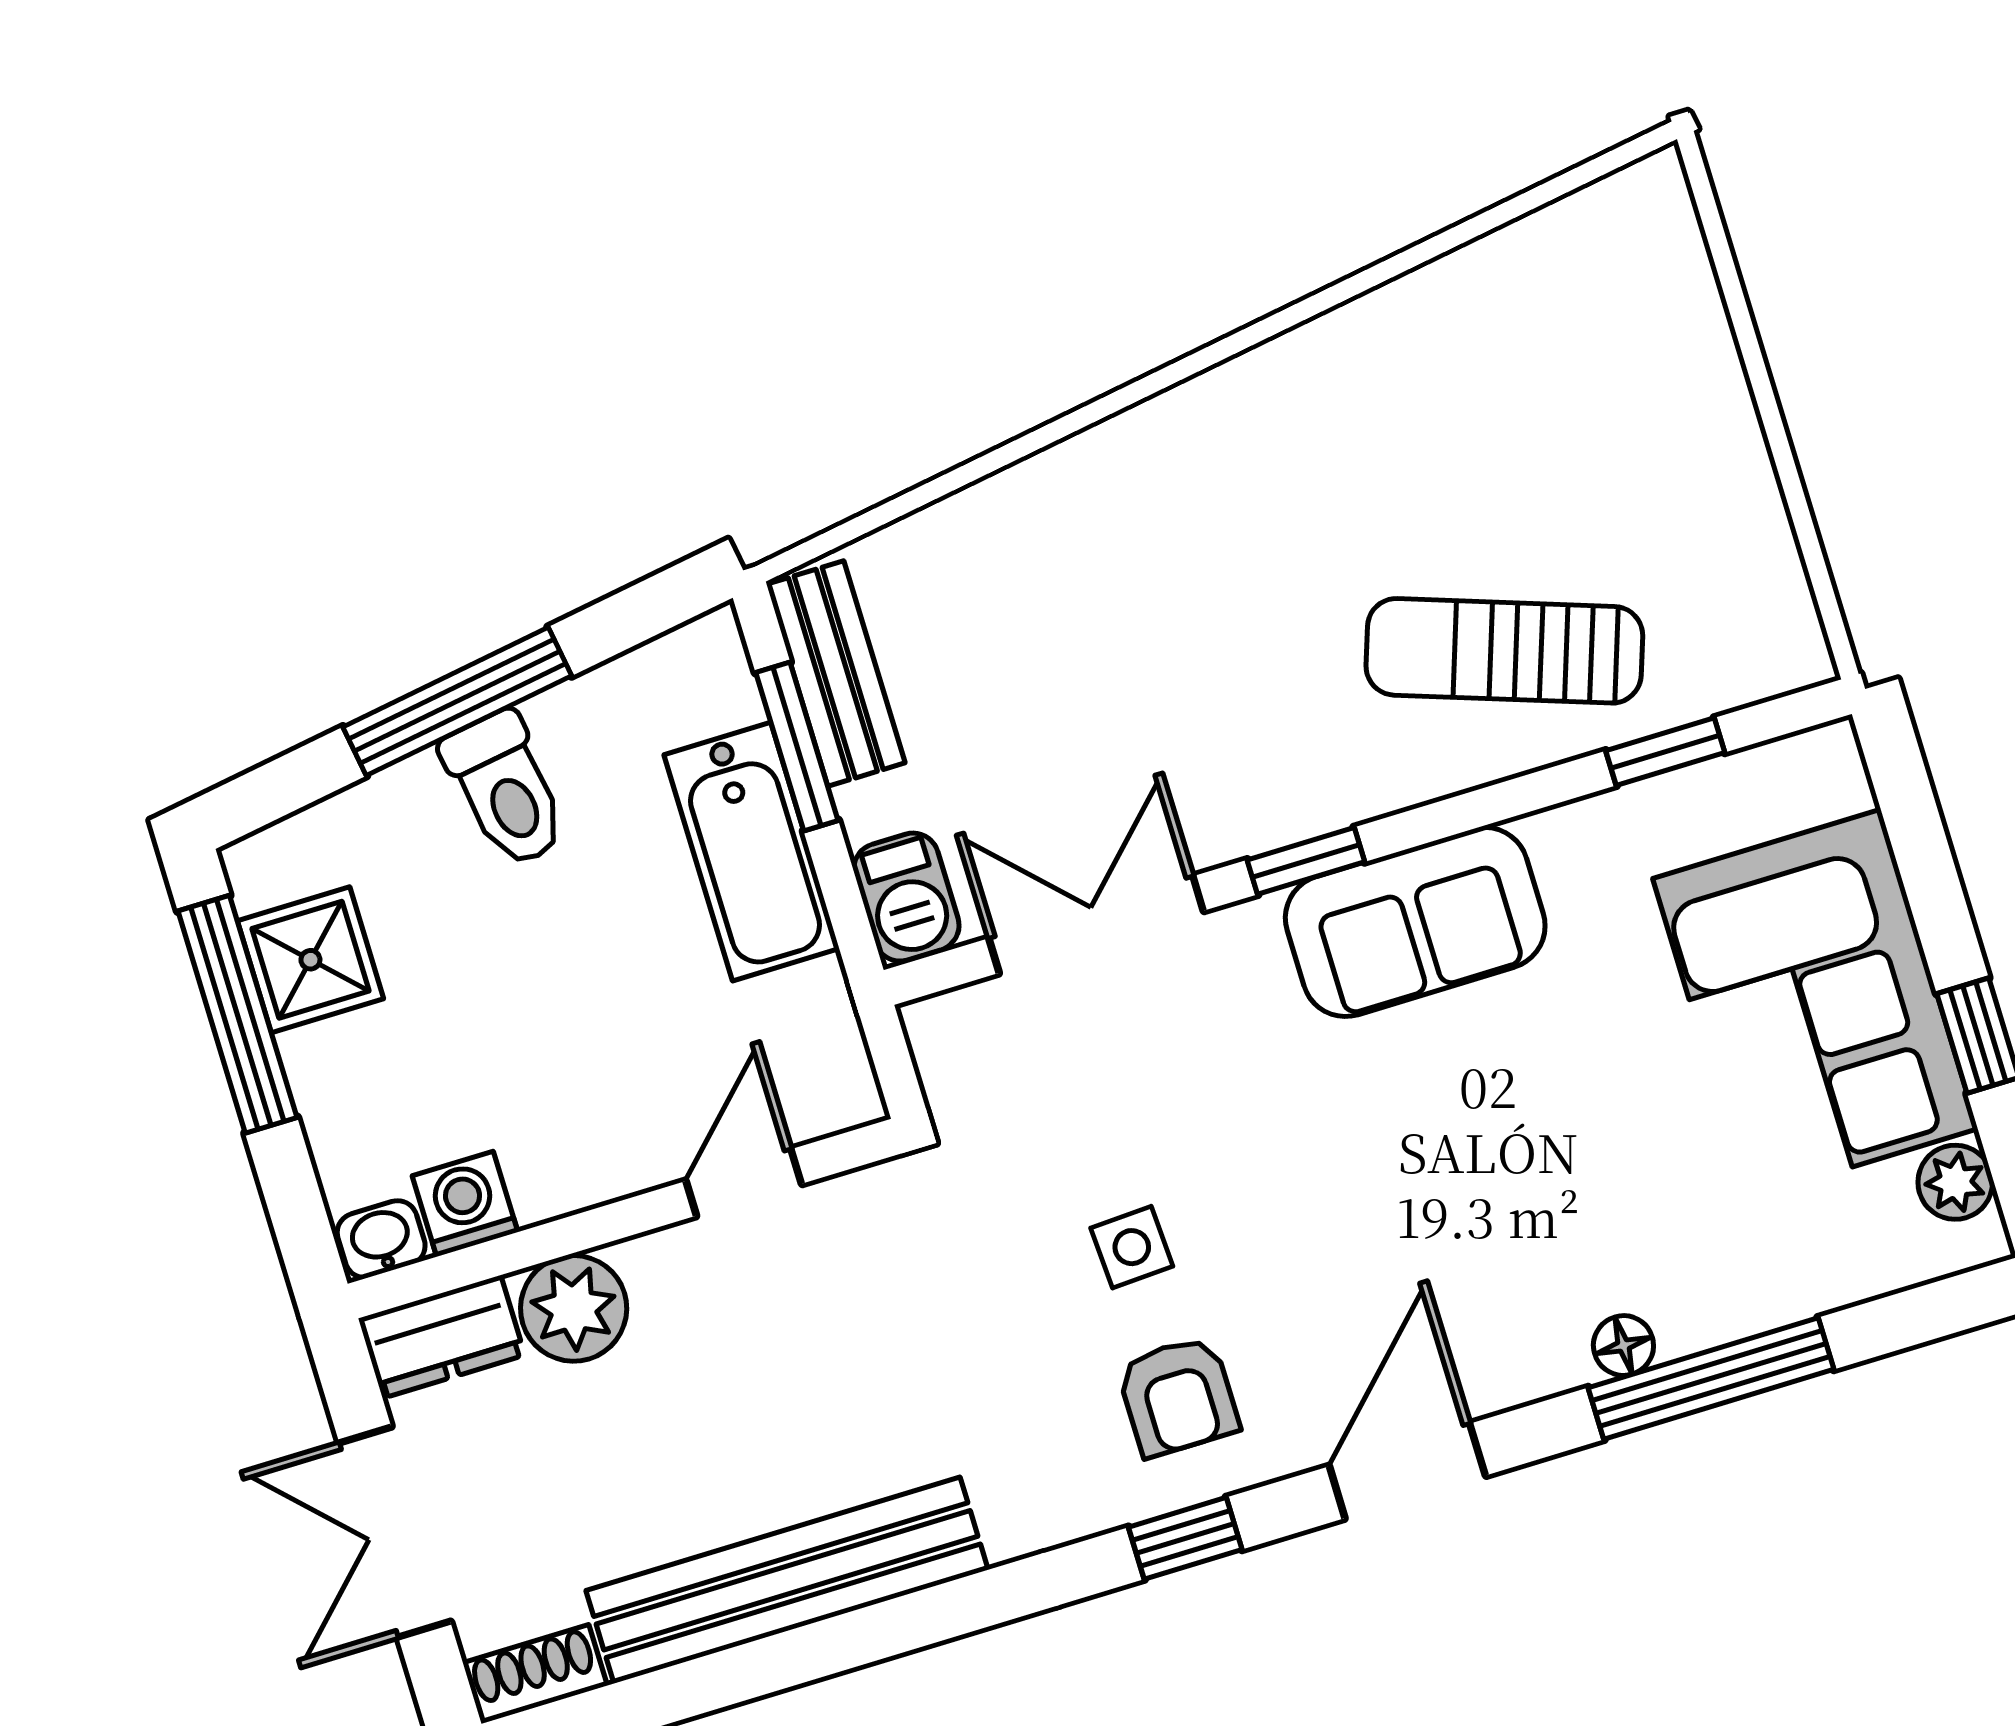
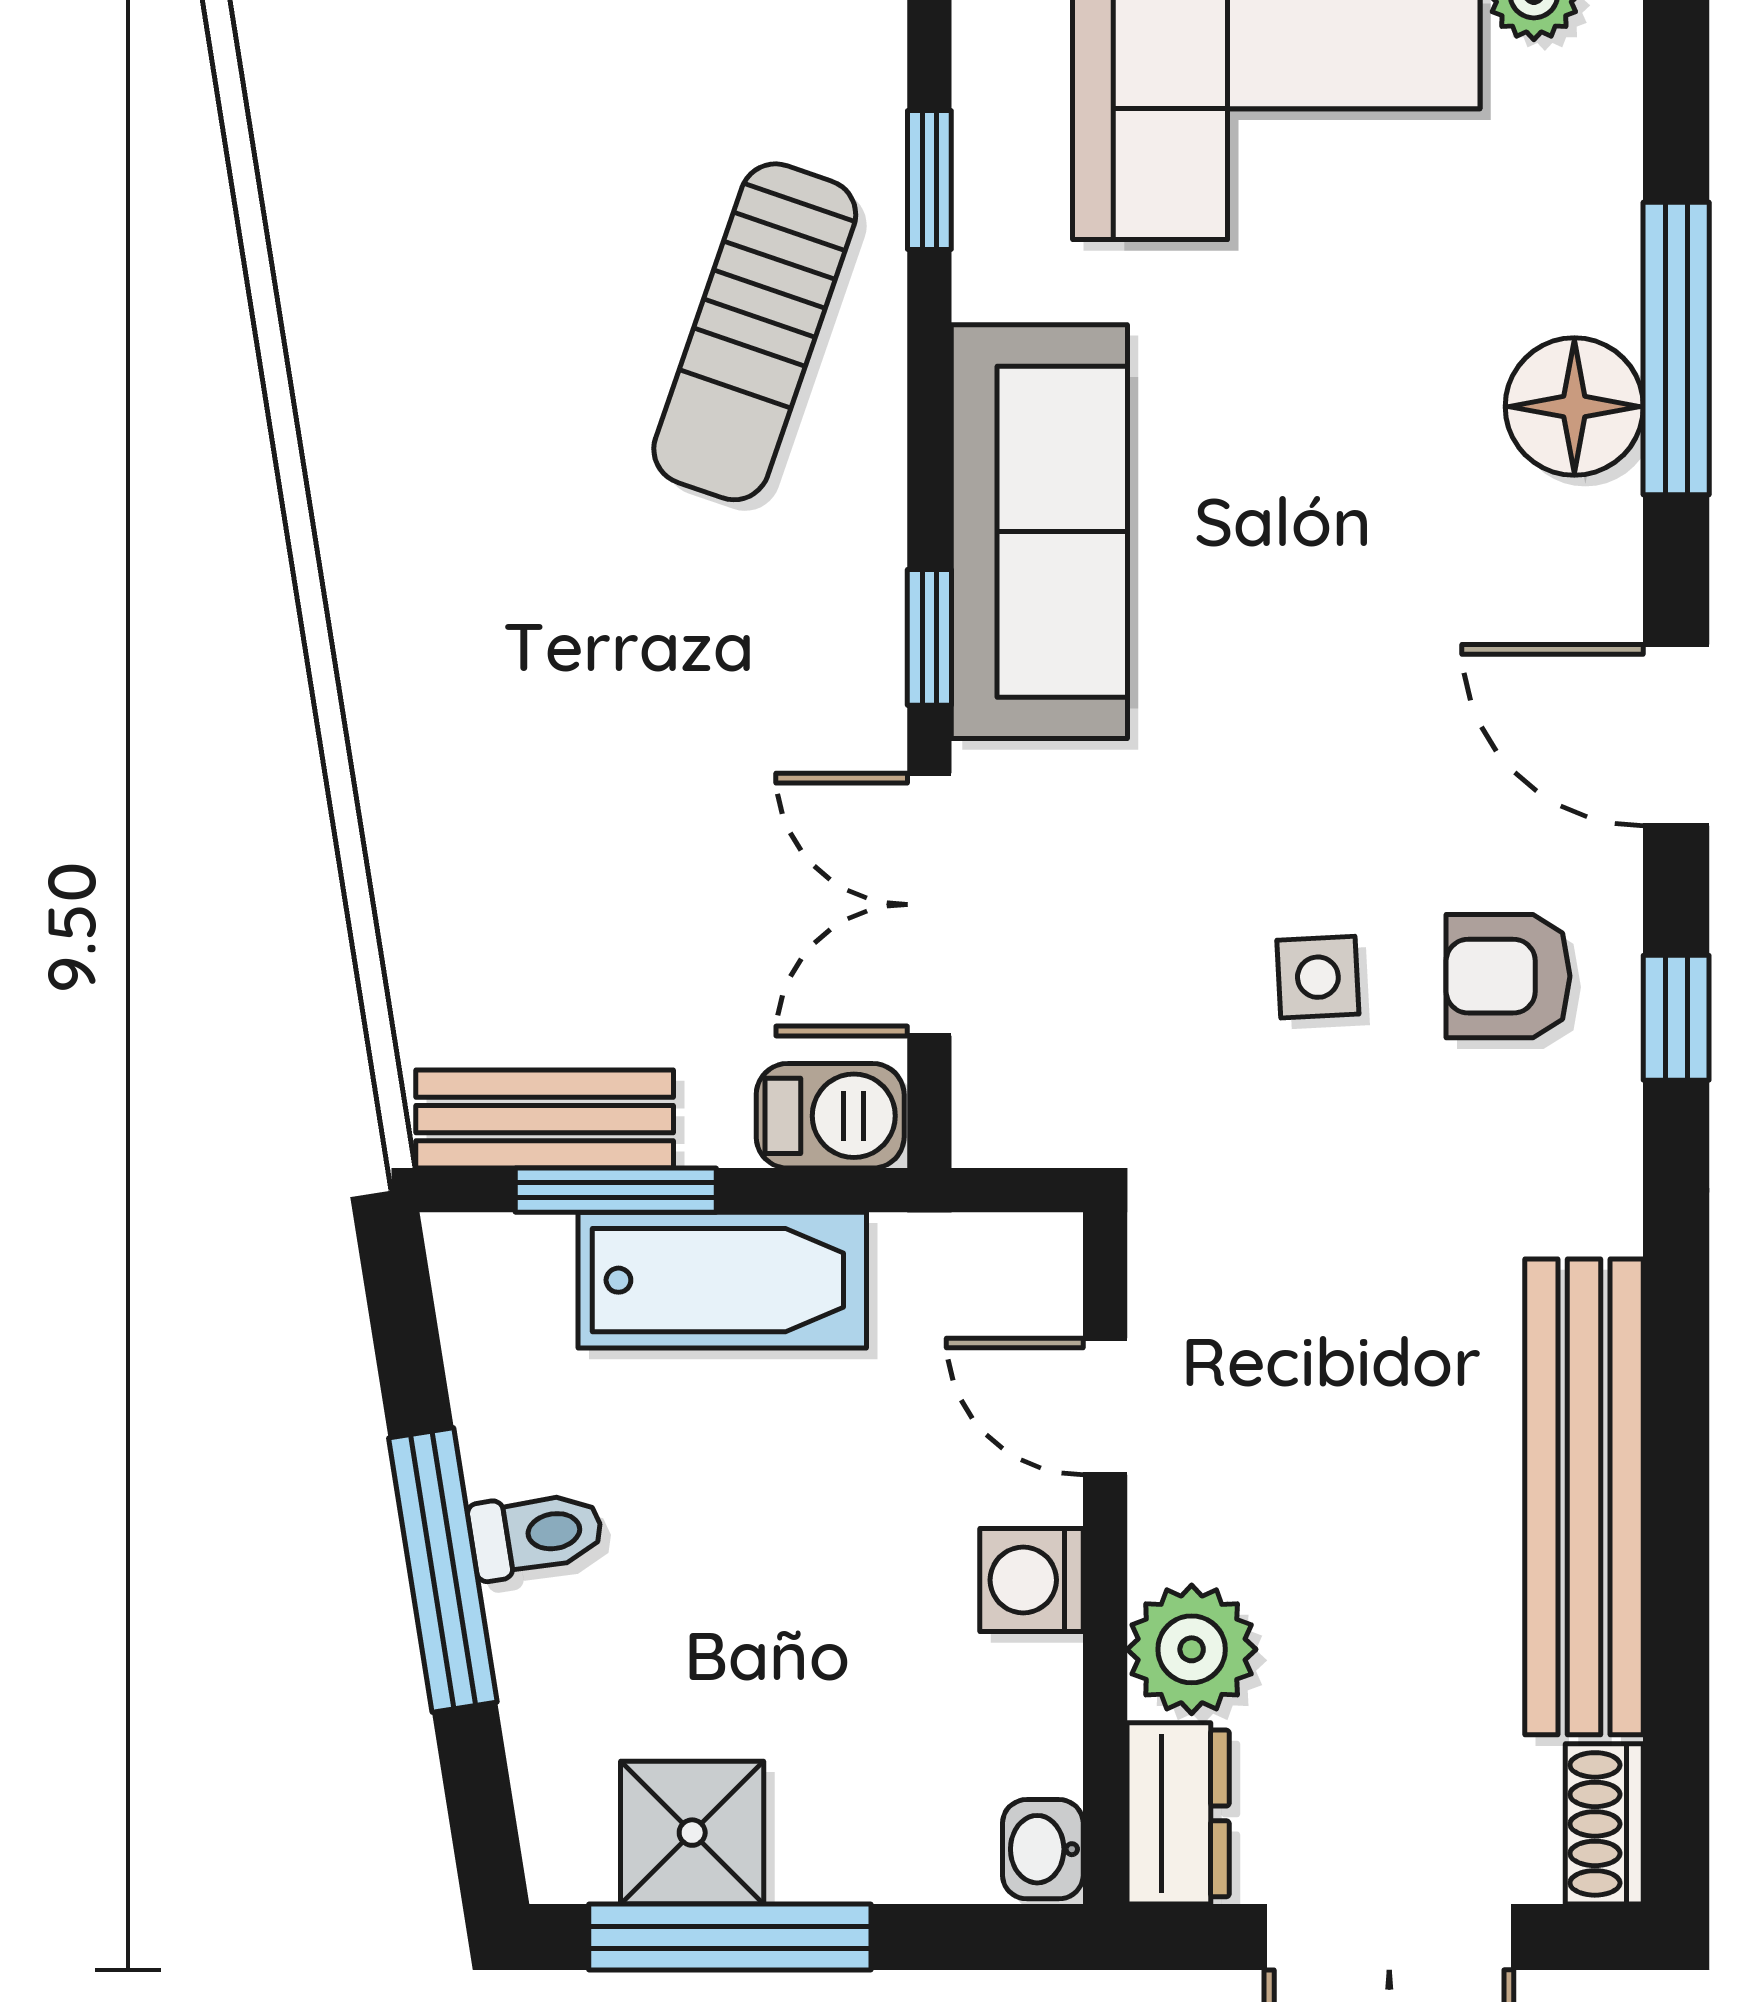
toilet: (506, 790) -> (536, 1534), width x0.73, depth x0.72
sofa: (1415, 922) -> (1039, 532), width x1.36
washing machine: (465, 1204) -> (1031, 1580), moved
floor lamp: (1623, 1345) -> (1574, 407), width x1.89, depth x1.89
armchair: (1178, 1396) -> (1508, 976), turned 180

